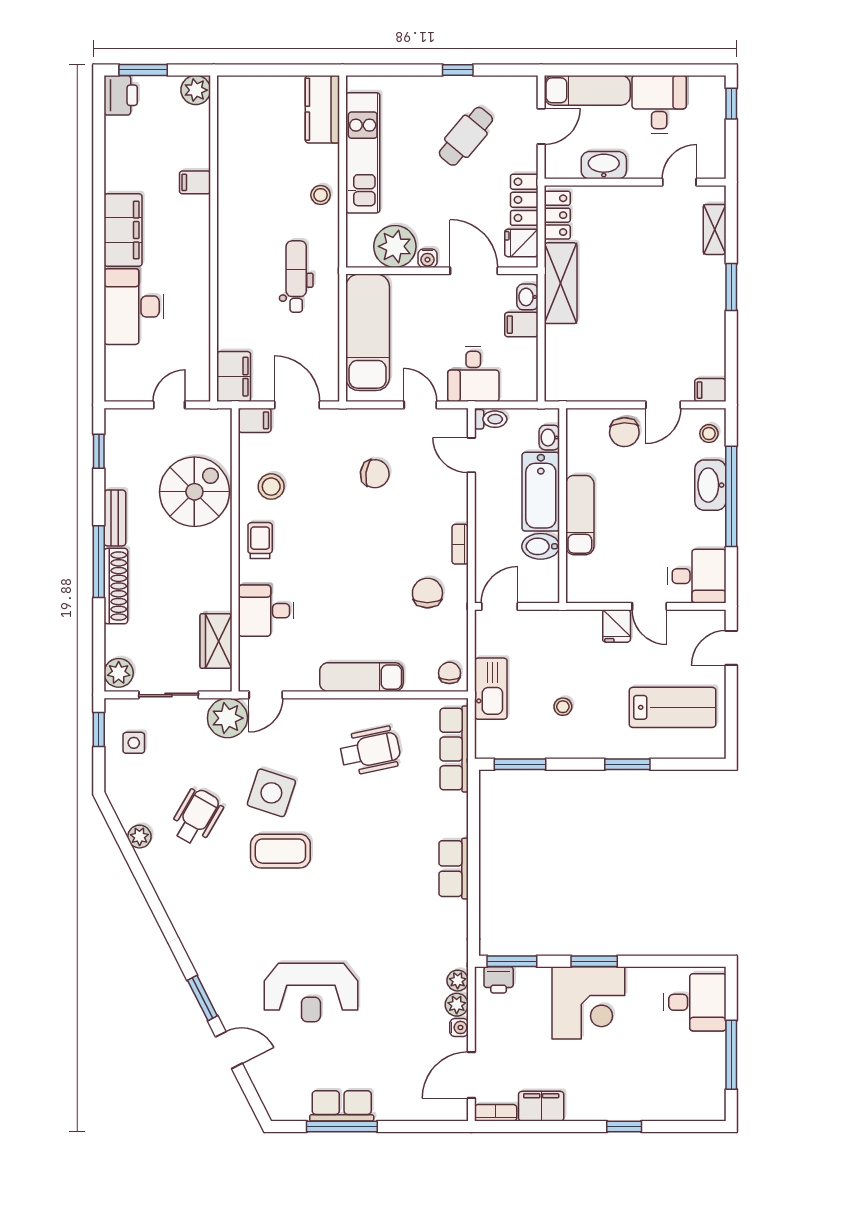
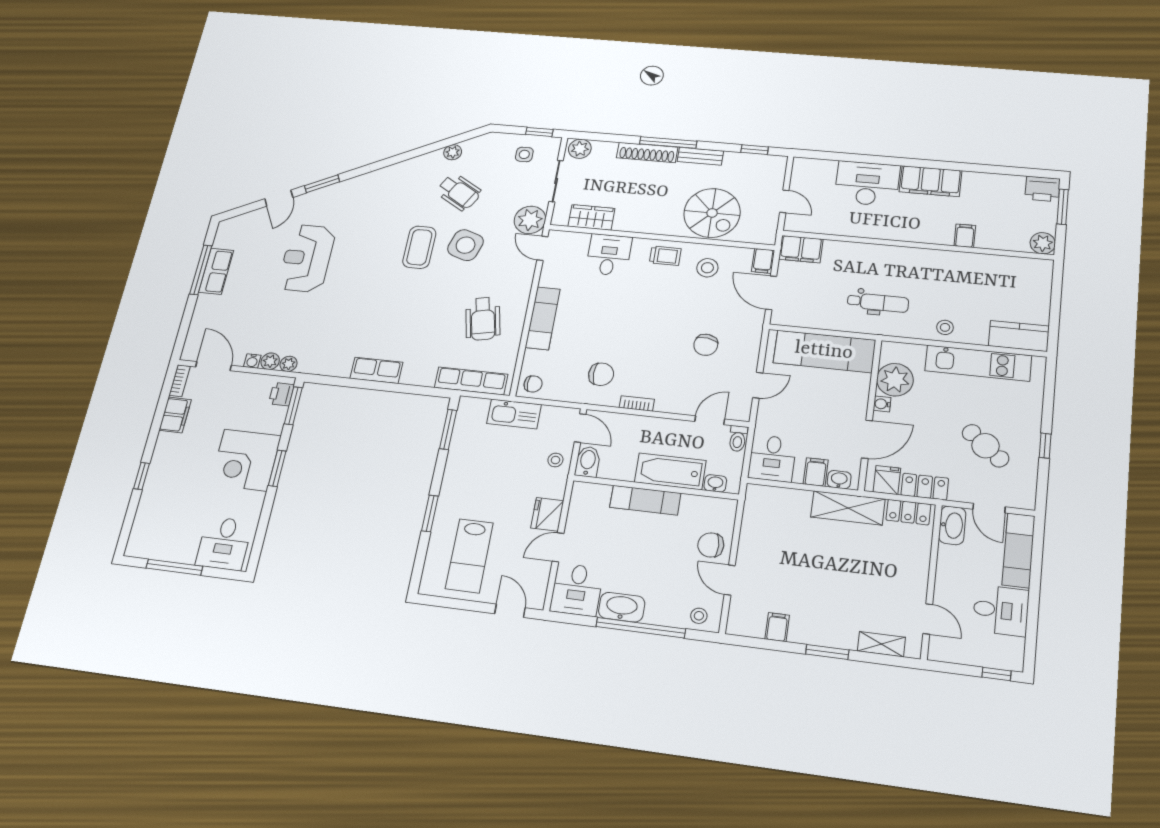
washbasin: (604, 165) -> (952, 525), moved
desk: (473, 374) -> (772, 458), moved, turned -90
filing cabinet: (710, 390) -> (777, 627), moved
door: (297, 405) -> (771, 293), swing flipped
washbasin: (710, 485) -> (622, 607), moved
bidet: (541, 546) -> (588, 462), moved
fridge: (617, 626) -> (547, 514), width x1.38
stool: (563, 707) -> (555, 460), moved

